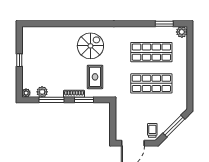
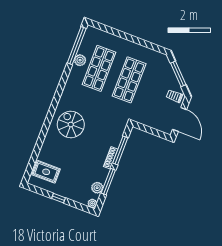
window: (164, 24) -> (77, 46), width x2.11
plant: (182, 32) -> (80, 60), moved
rug: (95, 77) -> (46, 172), moved
window: (84, 100) -> (120, 150), width x1.44

